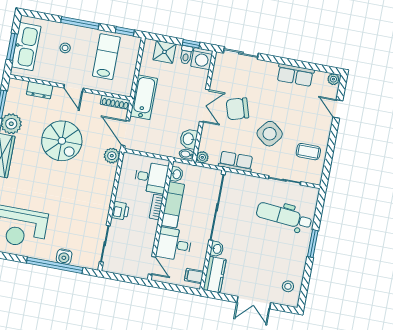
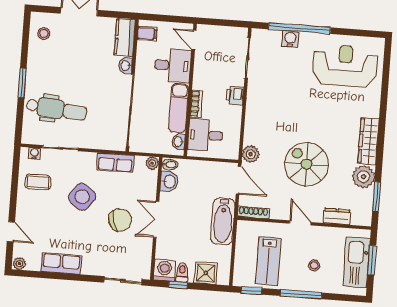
water cooler: (309, 178) -> (34, 153), added

